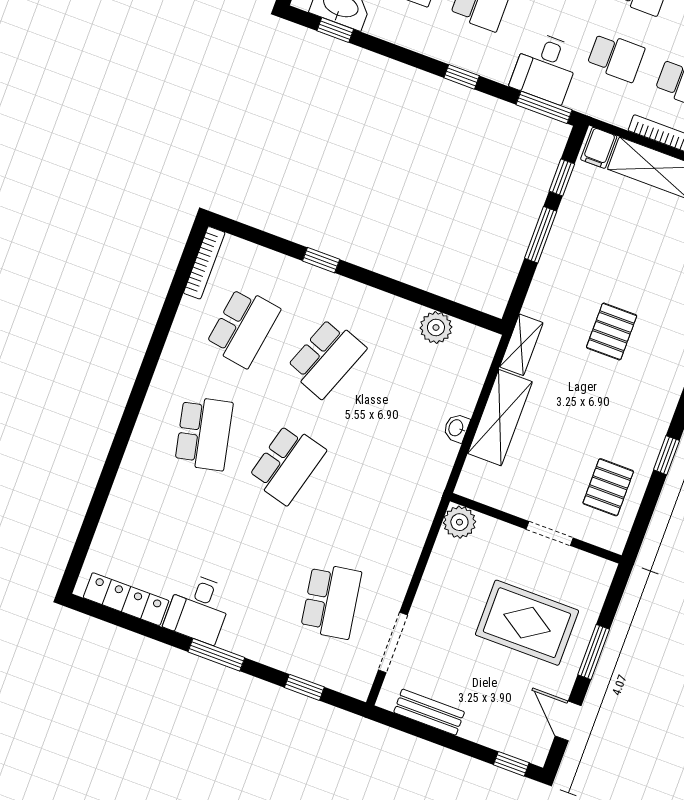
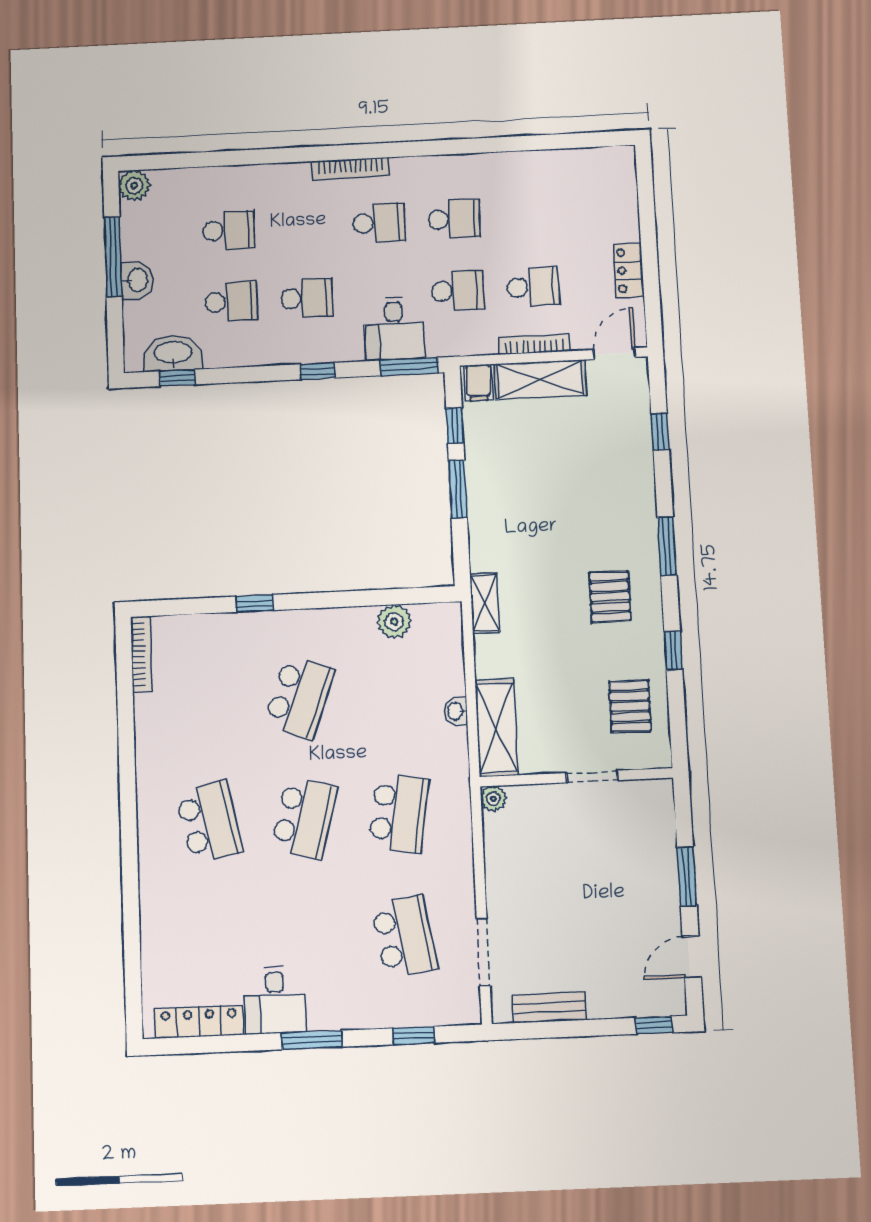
school desk: (243, 327) -> (399, 814), moved
pallet: (612, 331) -> (610, 597), moved
shelving: (500, 418) -> (496, 728), moved
plant: (459, 522) -> (493, 799), width x0.73, depth x0.73
rug: (527, 623) -> (608, 875), removed
door: (568, 721) -> (692, 957), hinge flipped

